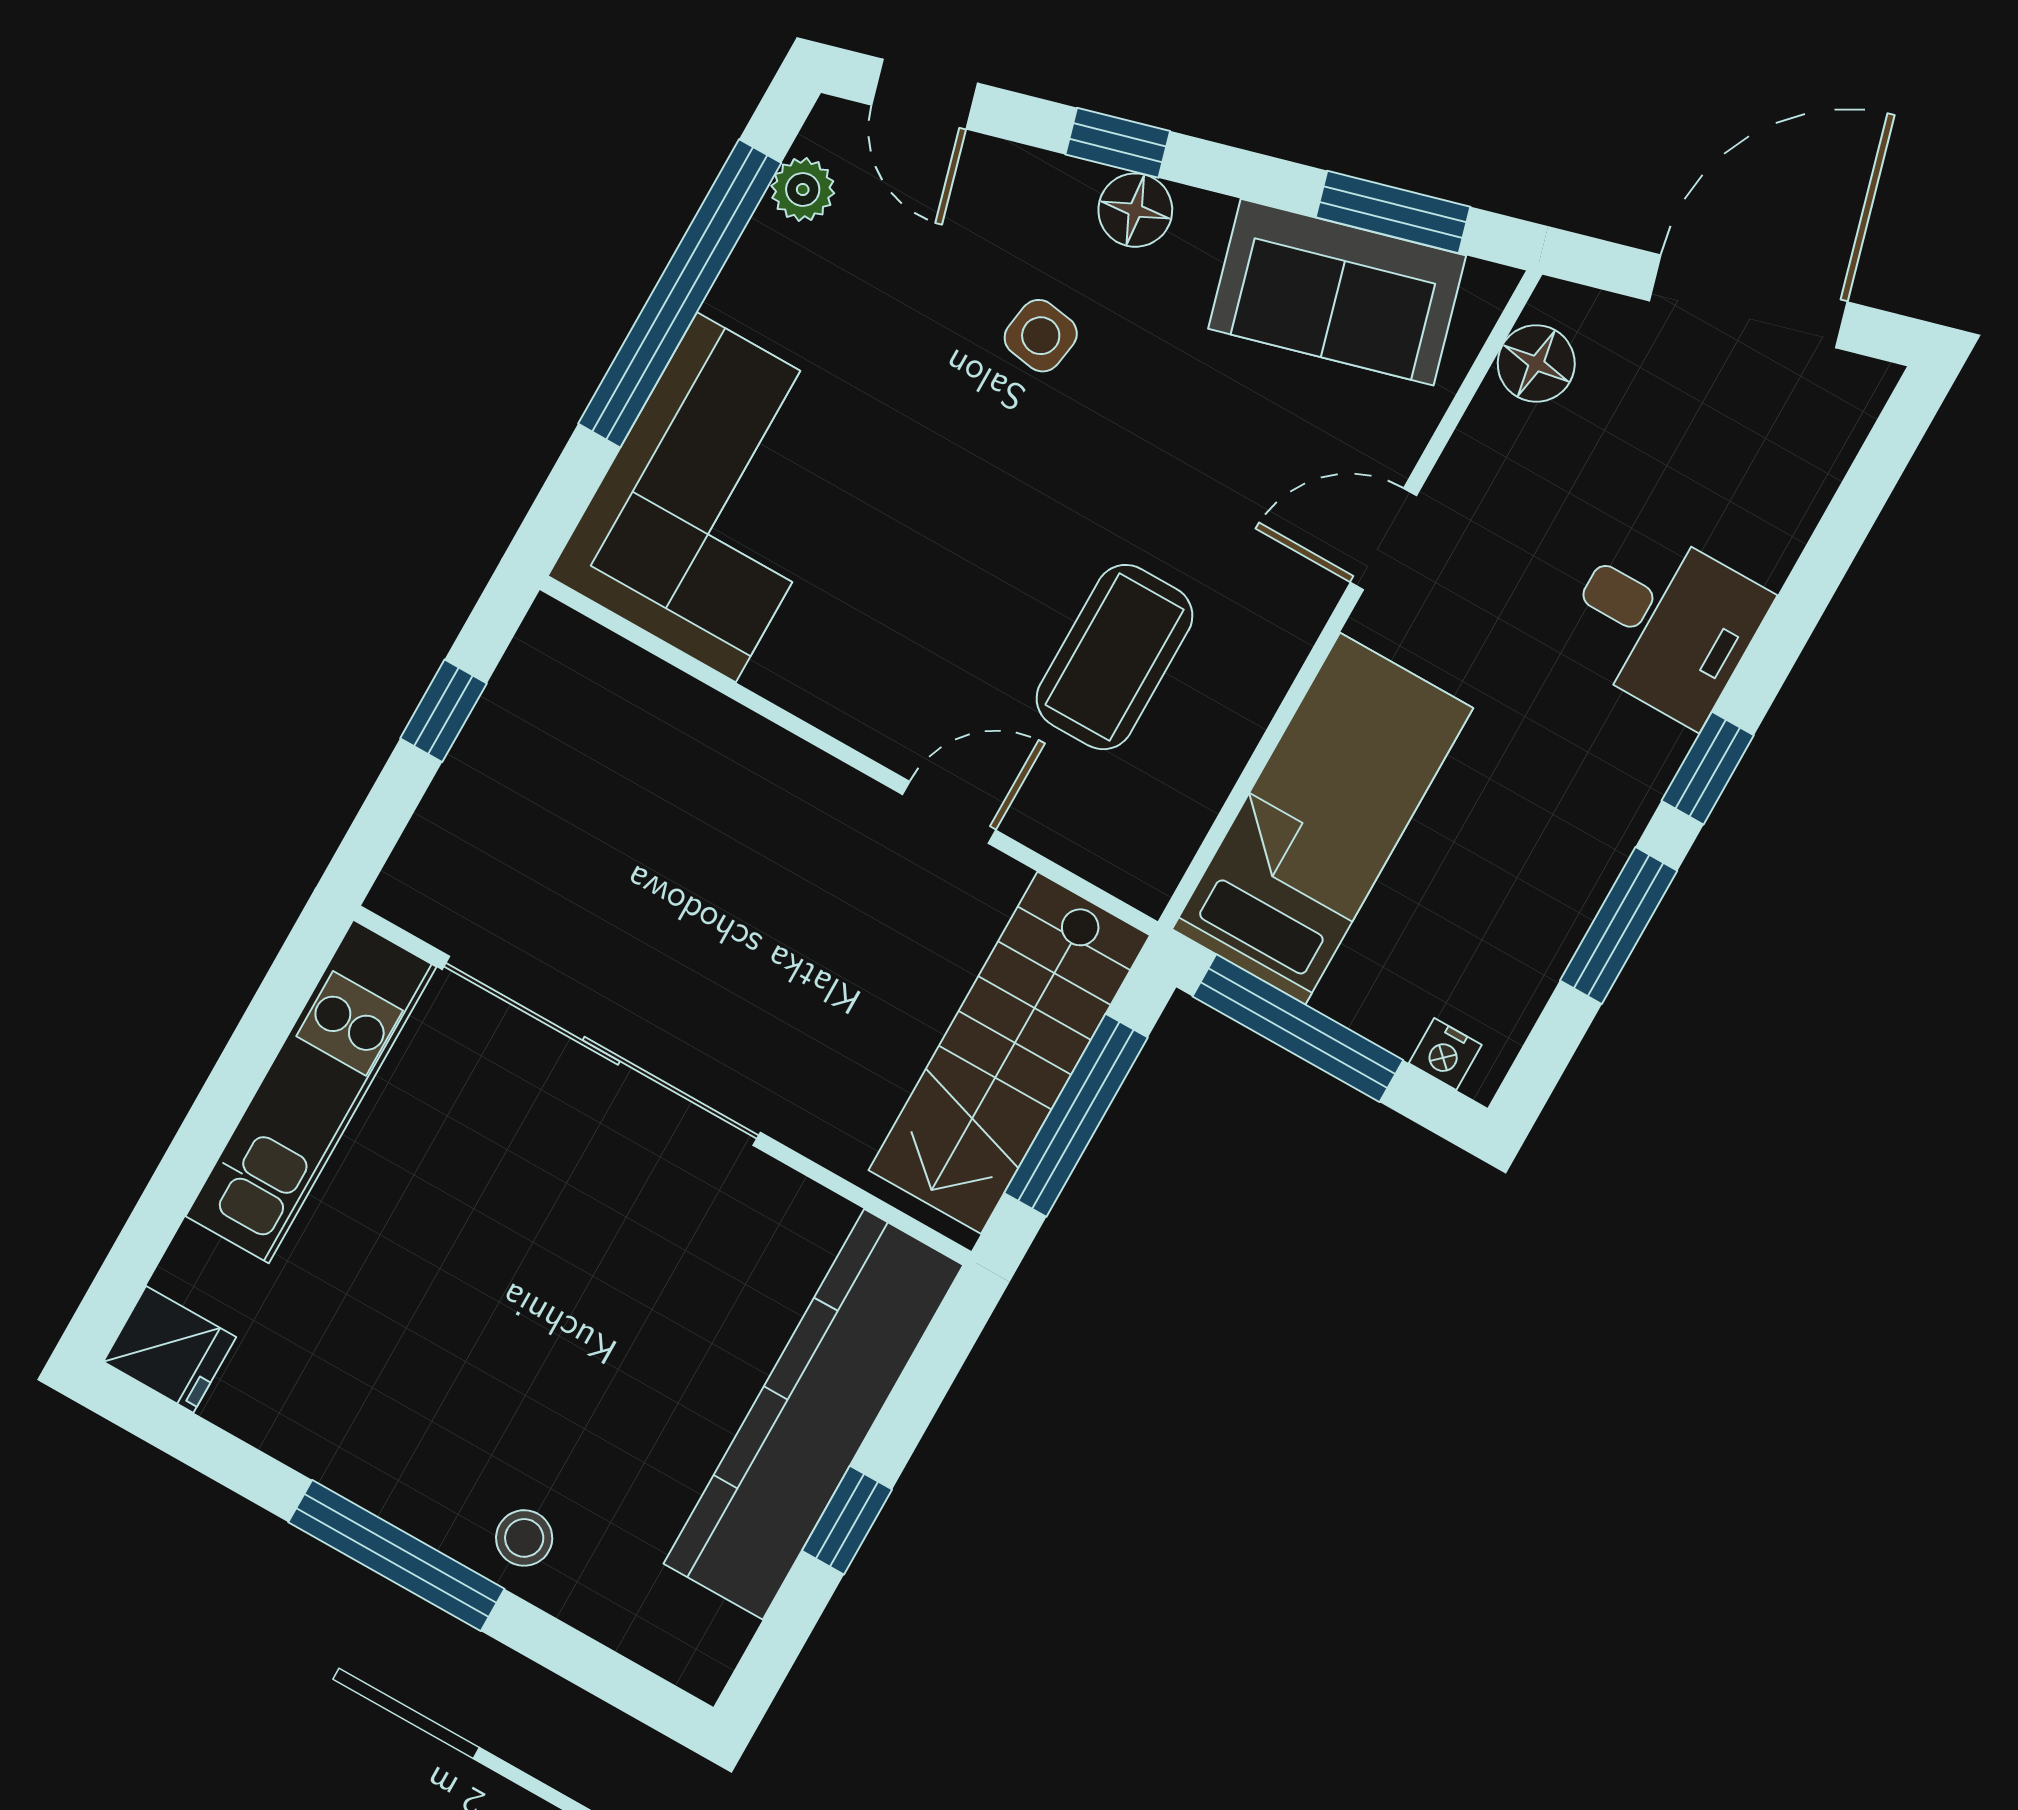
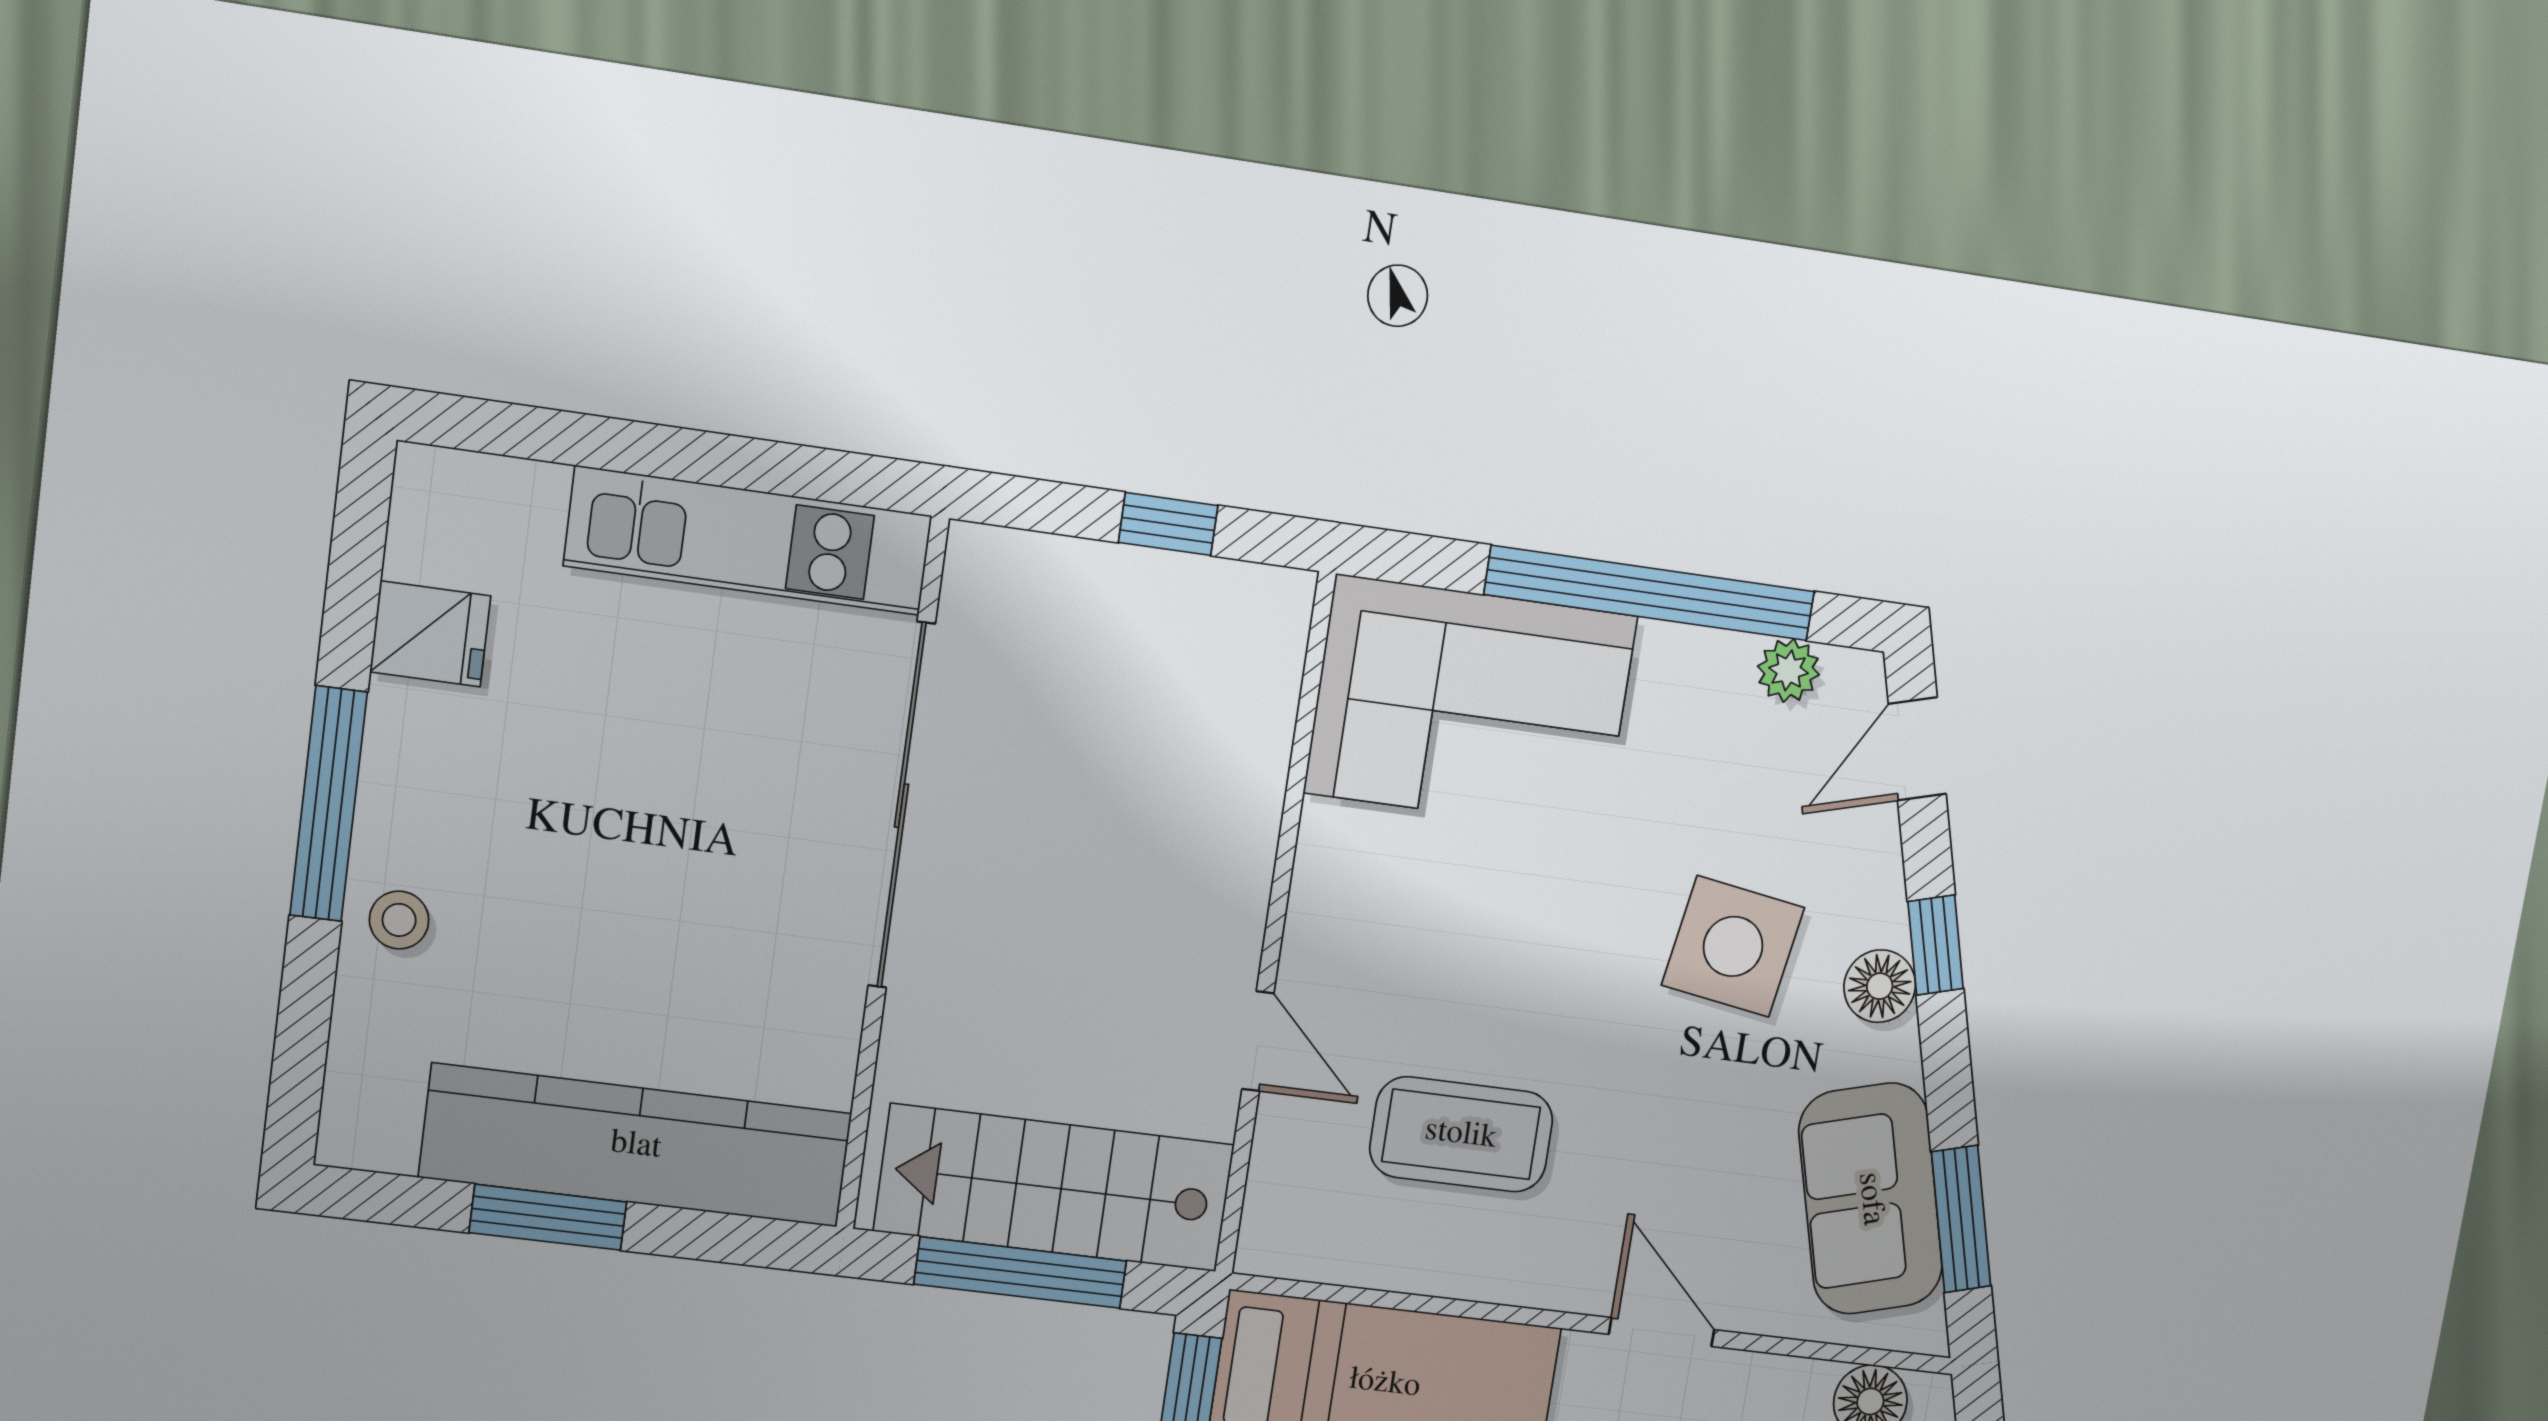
side table: (1041, 336) -> (1733, 946), width x1.87, depth x1.87
fridge: (170, 1349) -> (430, 634), moved, turned -90
window: (847, 1520) -> (548, 1217), width x1.50

